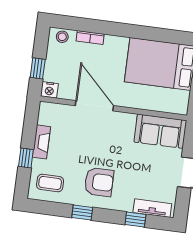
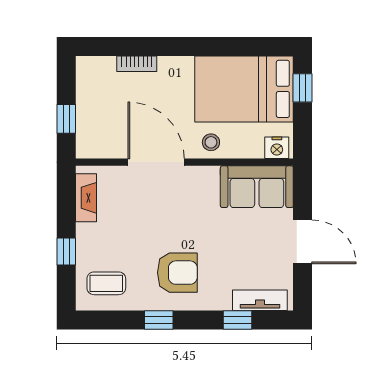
stool: (62, 37) -> (211, 142), moved
nightstand: (49, 90) -> (277, 148), moved
fireplace: (42, 142) -> (86, 198), moved

